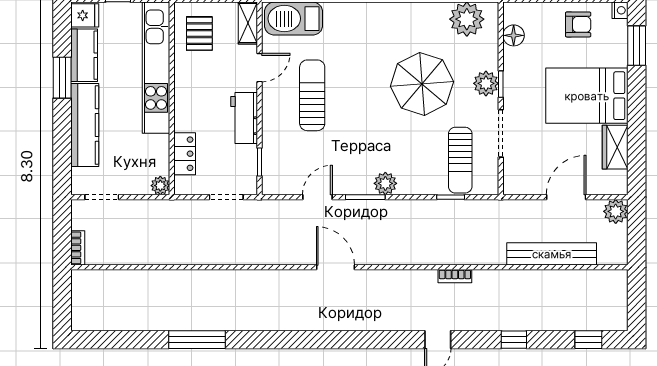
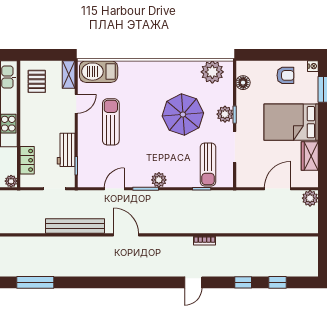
workbench: (244, 118) -> (66, 150), moved
bench: (552, 254) -> (75, 226), moved
window: (588, 340) -> (277, 282), moved

